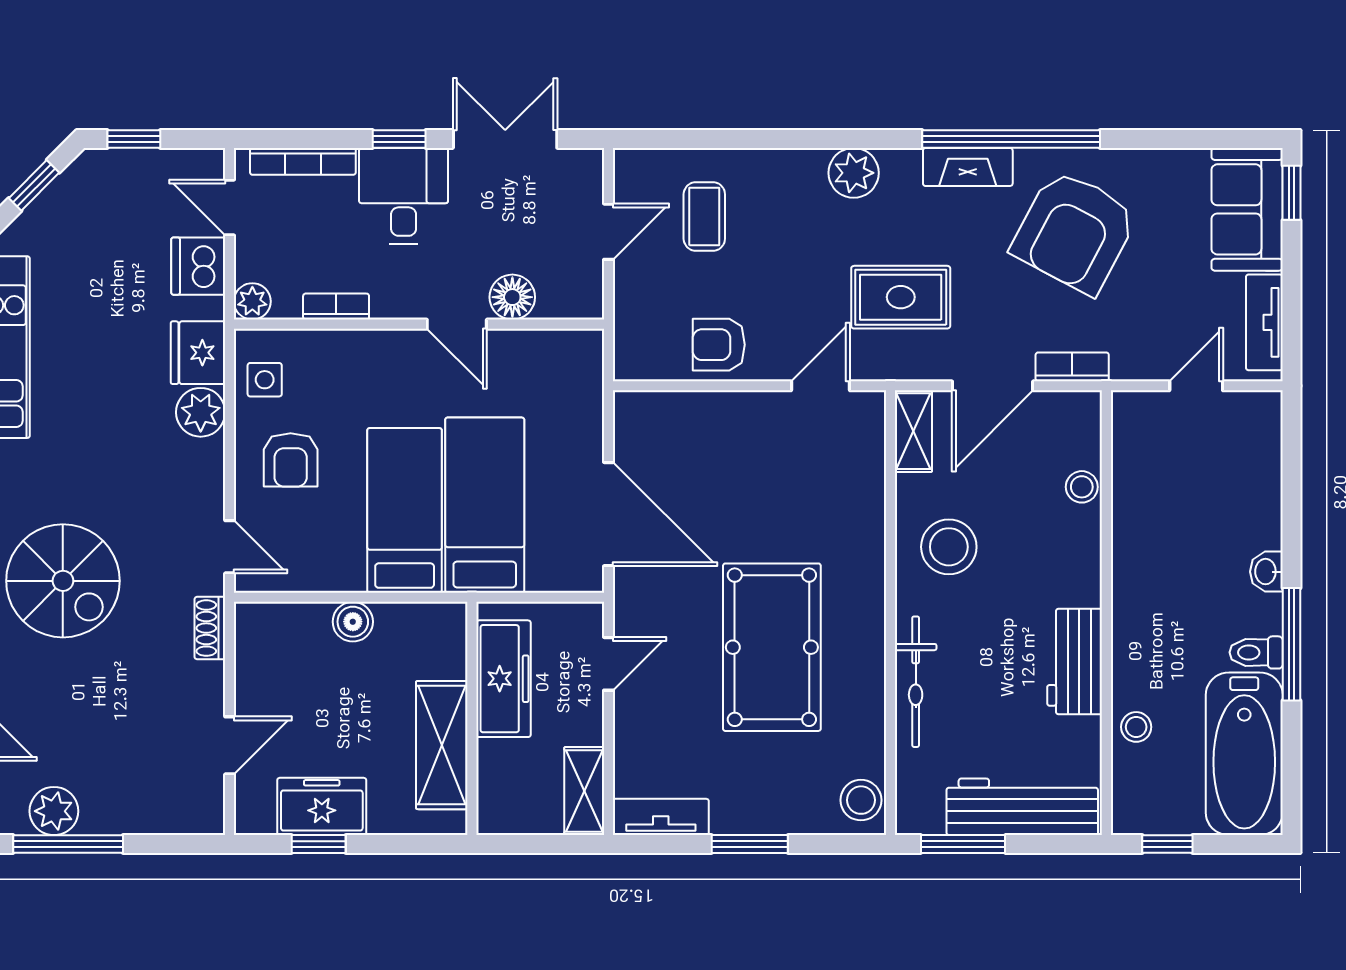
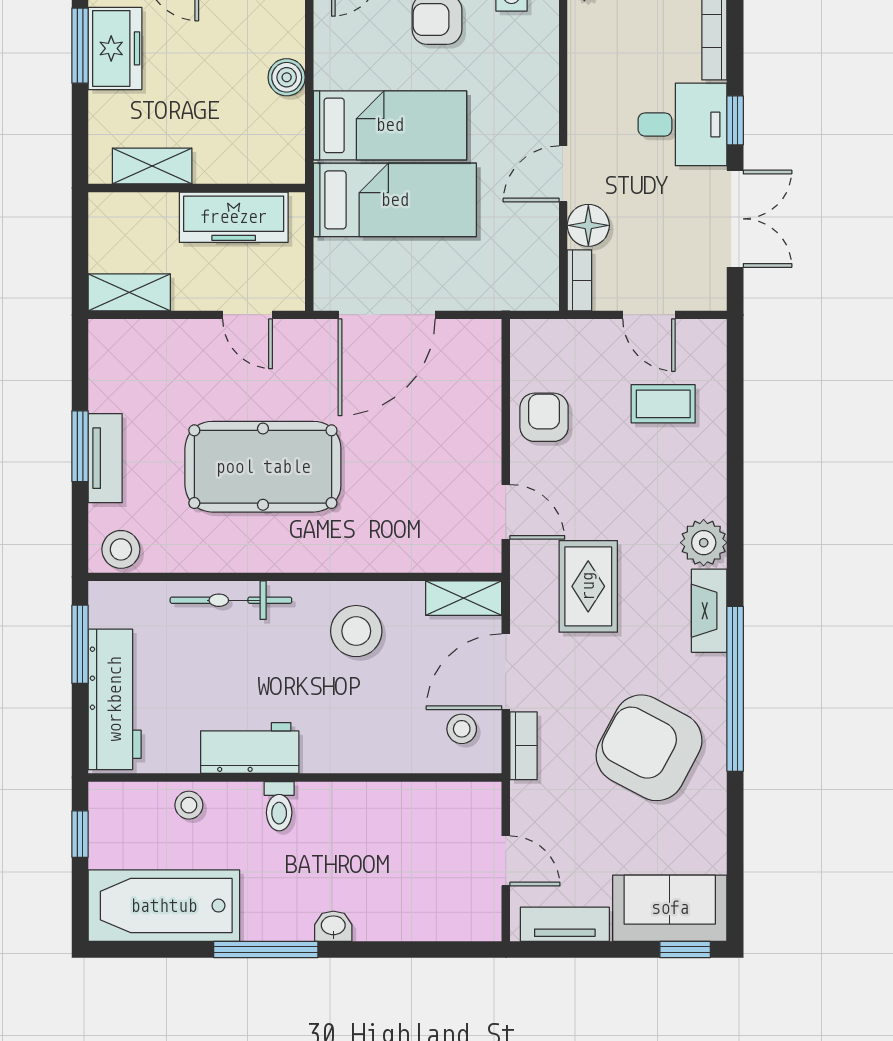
fireplace: (968, 167) -> (709, 611), moved
bookcase: (336, 307) -> (579, 280), moved
door: (993, 386) -> (506, 672), hinge flipped
stool: (1082, 487) -> (462, 729), moved
toilet: (1256, 652) -> (279, 806), moved, turned 180
shelving: (442, 745) -> (152, 166), width x0.67, depth x0.75
tv unit: (661, 817) -> (105, 458), moved
window: (319, 844) -> (80, 46), width x1.50

